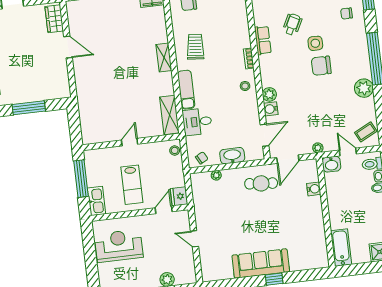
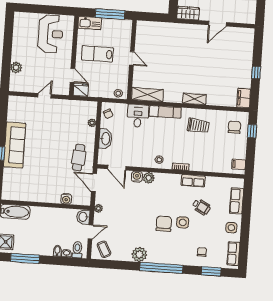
wardrobe: (54, 19) -> (188, 13), moved

